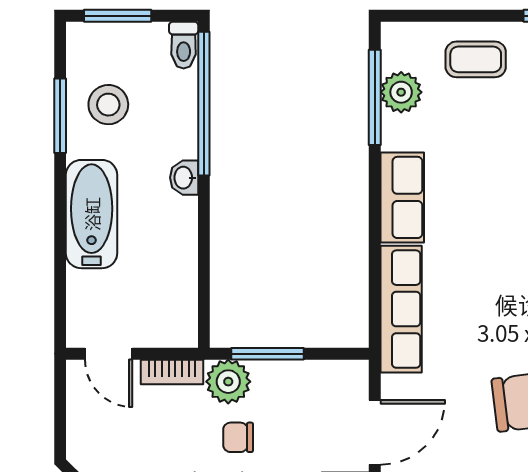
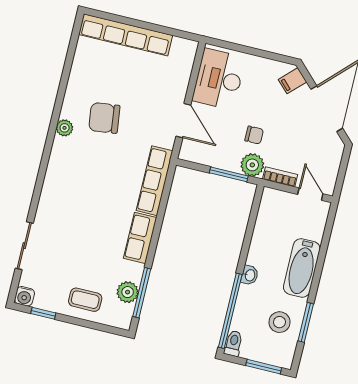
door: (375, 432) -> (183, 121), swing flipped

